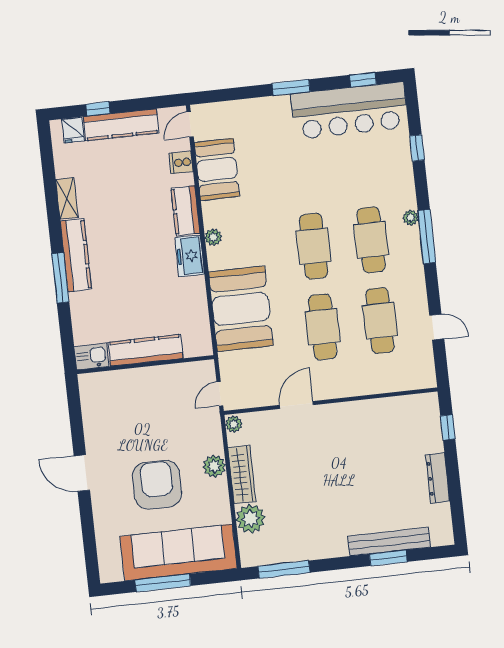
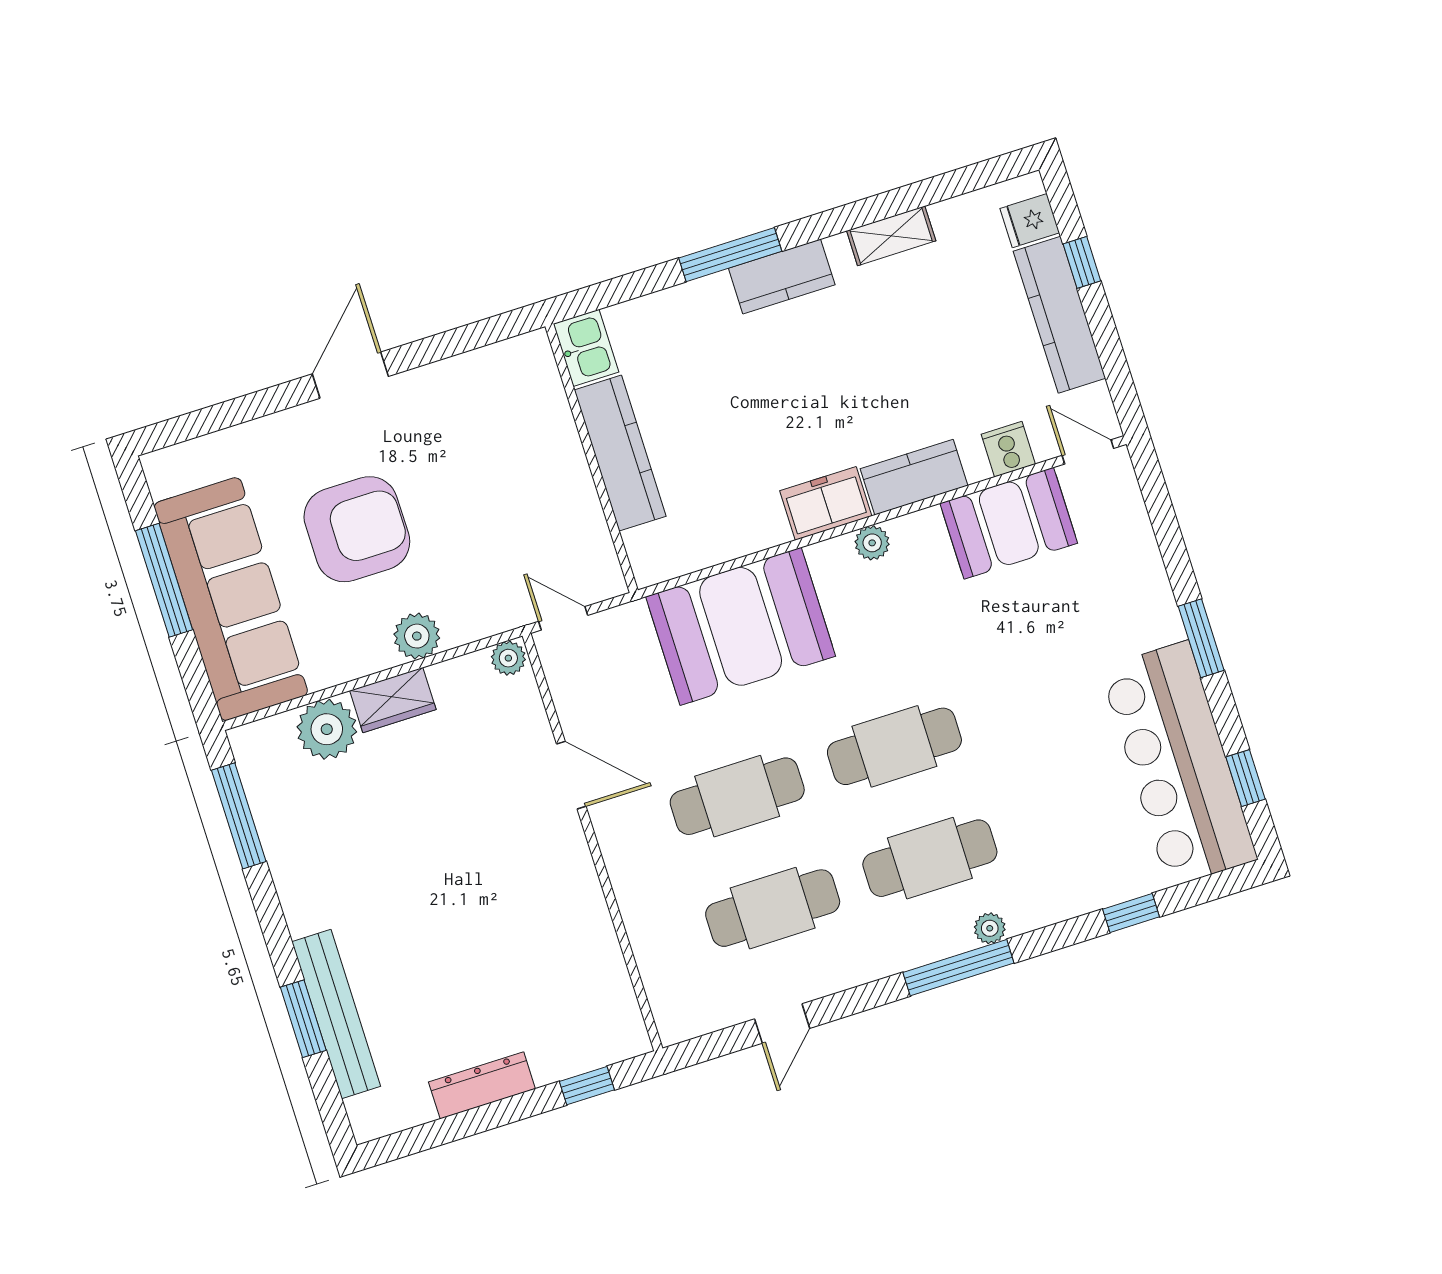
kitchen counter: (76, 255) -> (782, 277), width x0.67
wardrobe: (242, 474) -> (393, 700), width x0.67

